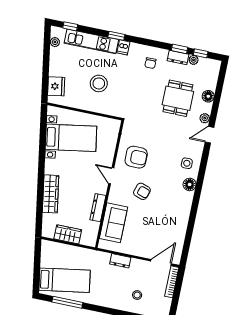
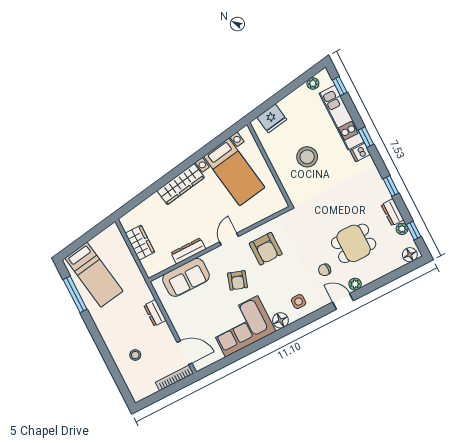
window: (180, 49) -> (391, 186), moved
chair: (150, 63) -> (325, 270), moved
floor lamp: (208, 96) -> (410, 255), moved
wardrobe: (51, 194) -> (181, 184), moved
corner sofa: (173, 212) -> (242, 326), added

